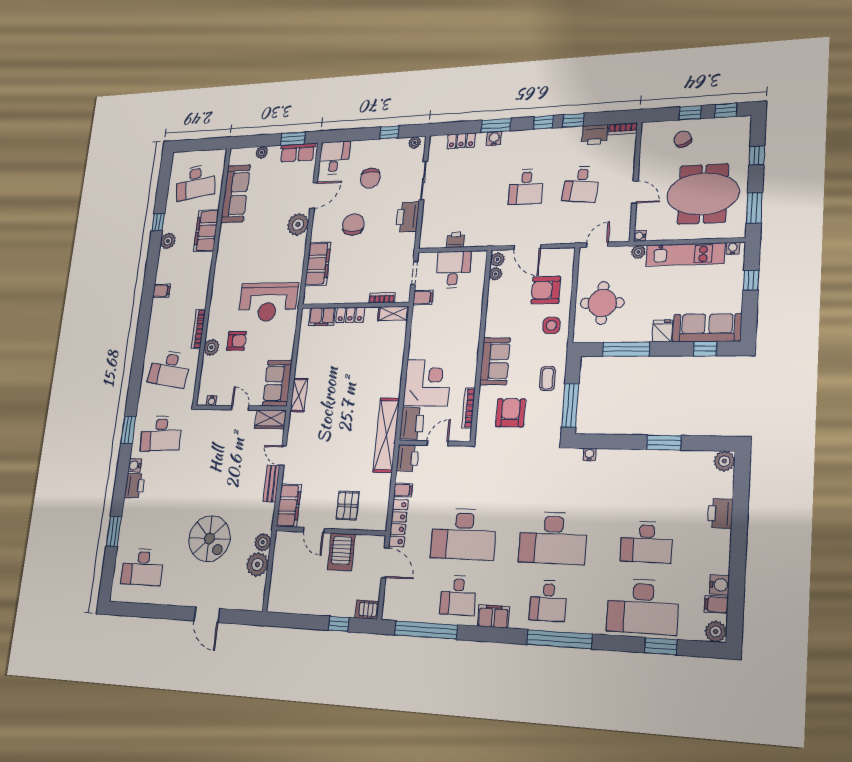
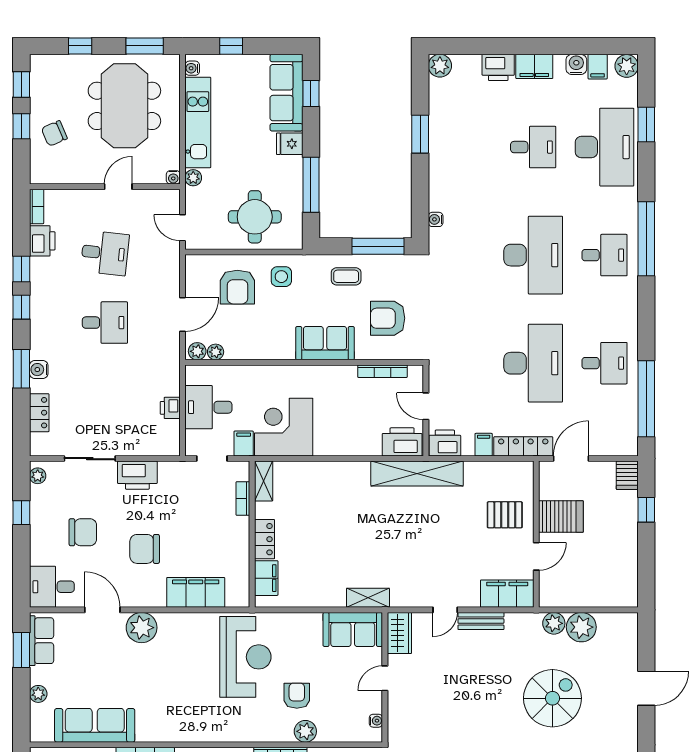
corner desk: (427, 383) -> (284, 427), moved
desk: (647, 542) -> (533, 147), width x0.73
filing cabinet: (493, 616) -> (534, 66), moved, turned -90

